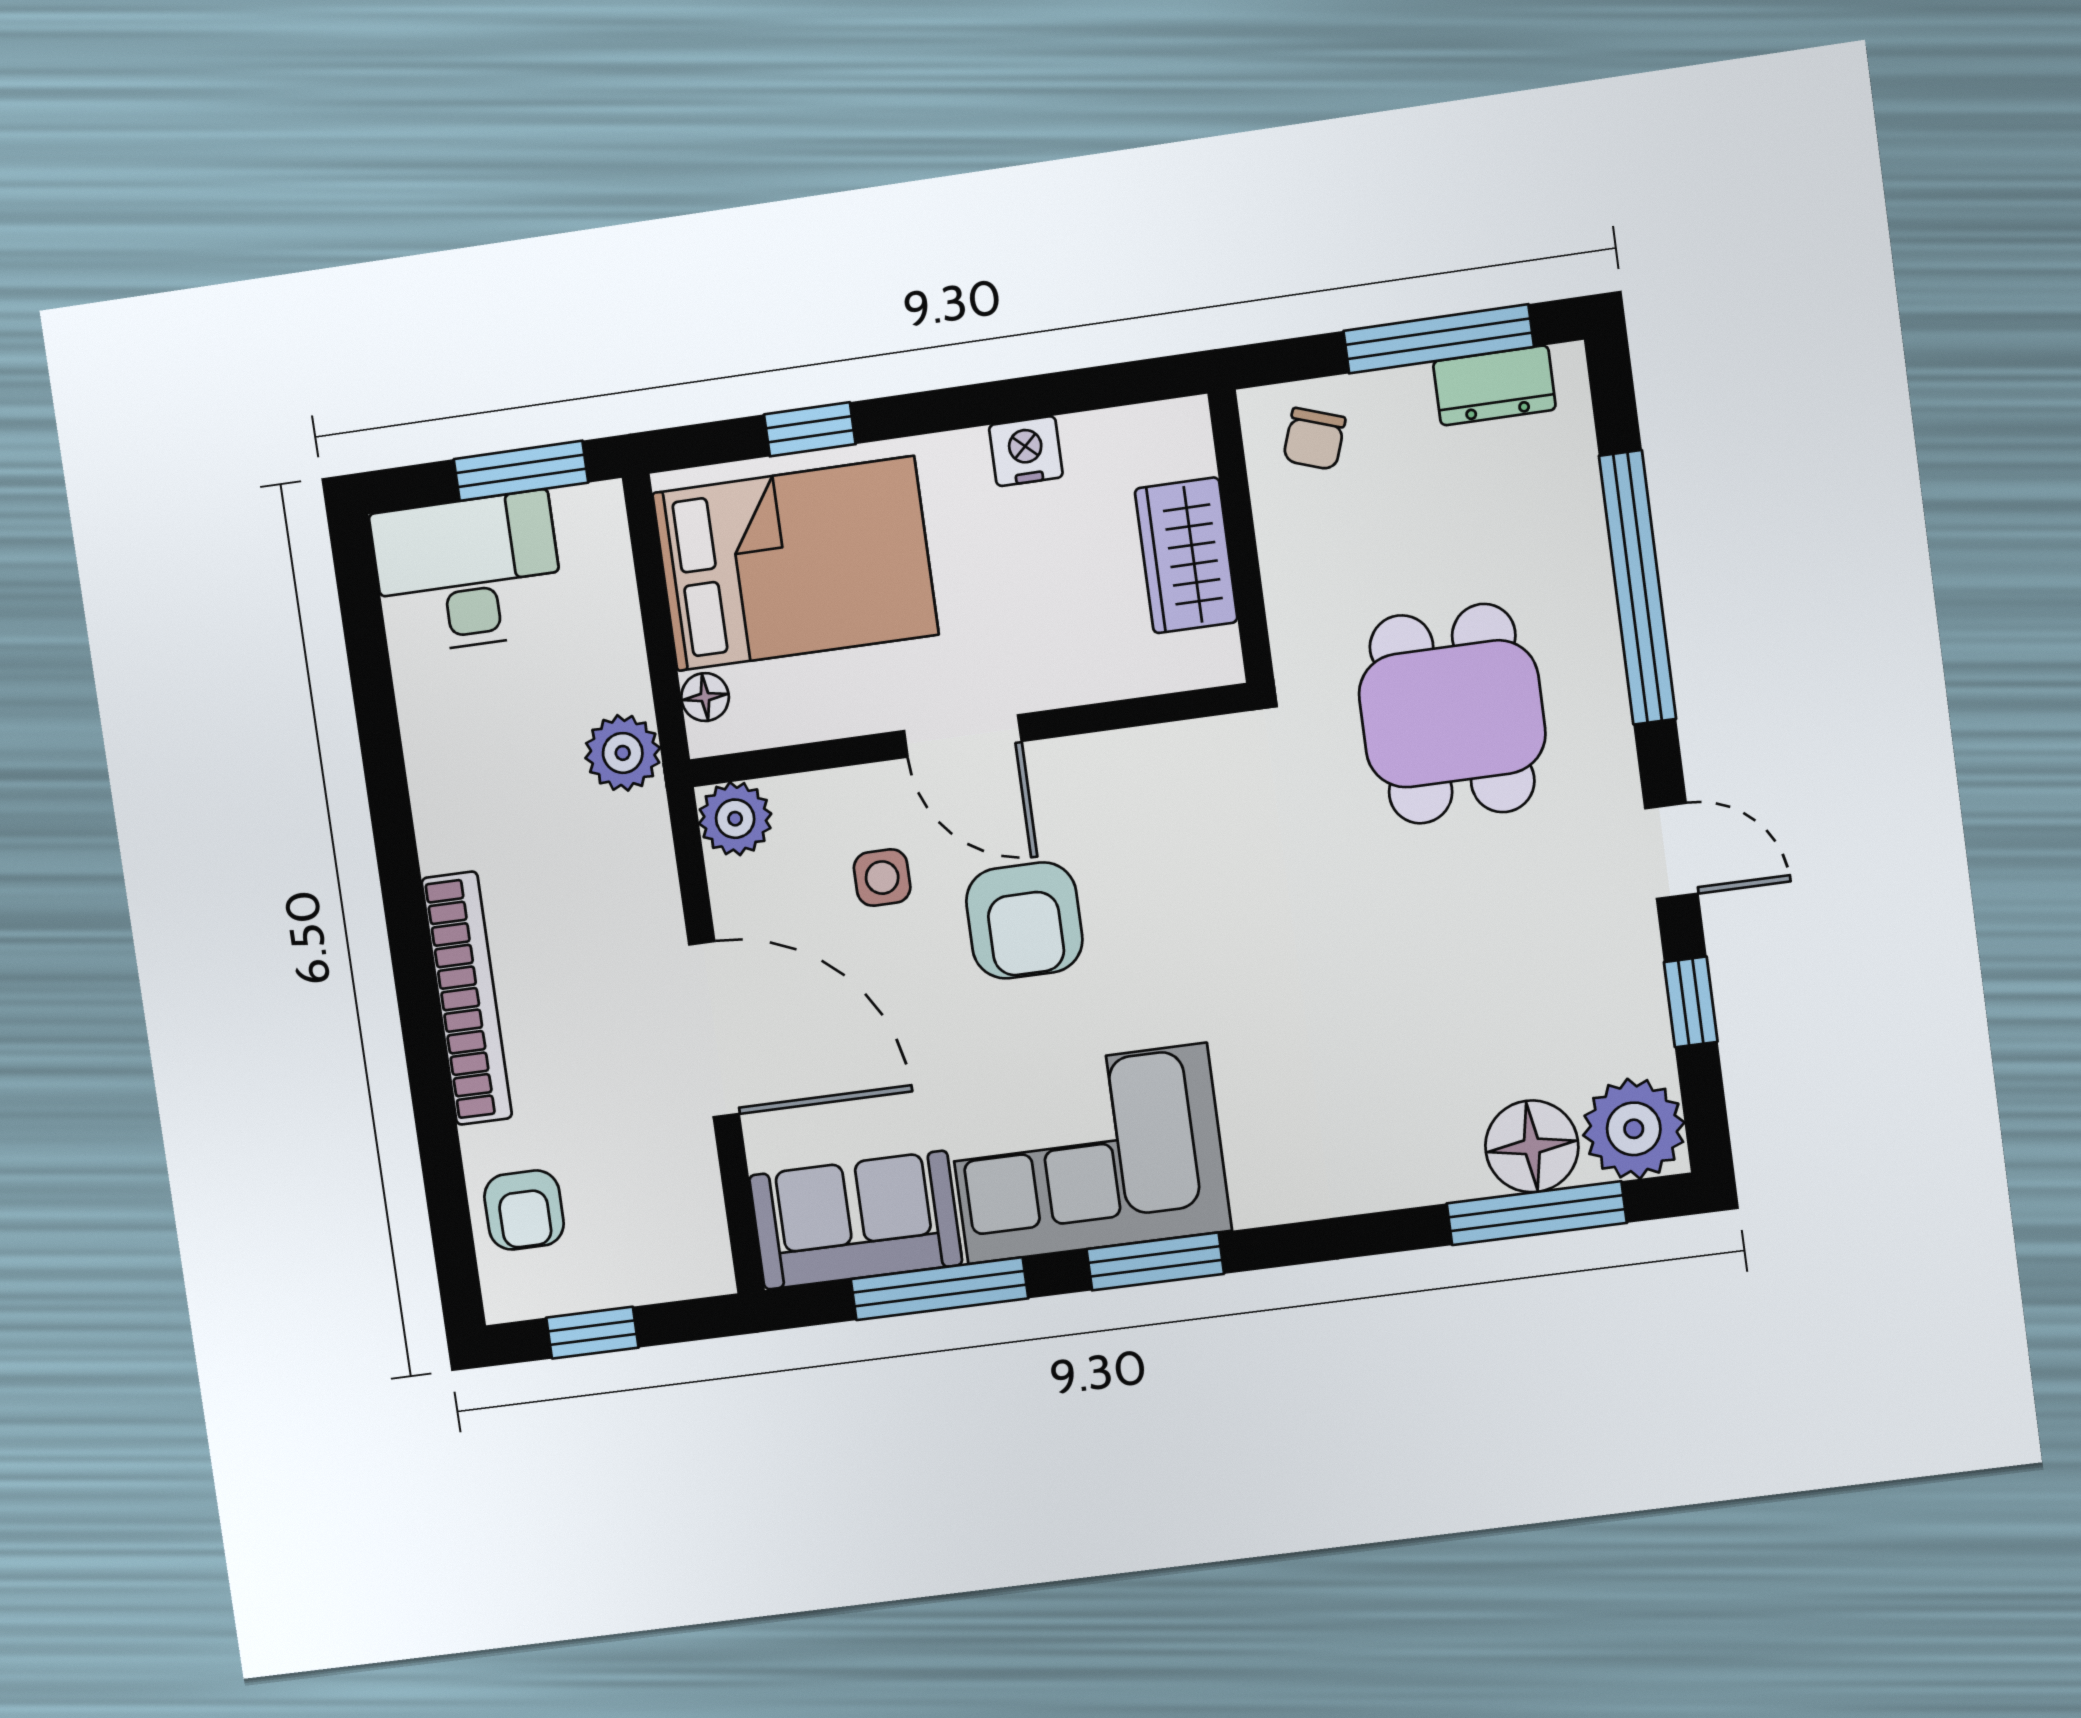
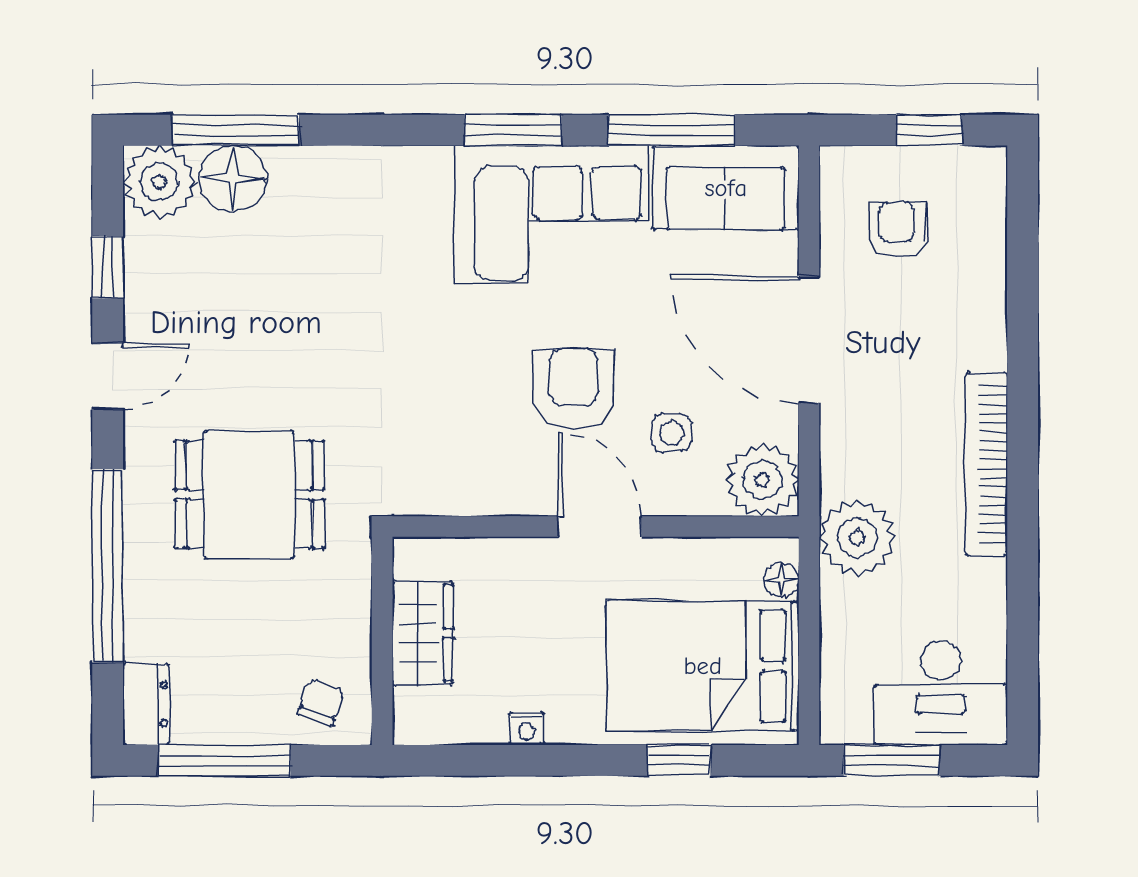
dresser: (1494, 385) -> (146, 704), moved, turned 90
nightstand: (1026, 451) -> (527, 729), width x0.72, depth x0.74
dining table: (1452, 714) -> (249, 495), turned 90
plant: (623, 753) -> (857, 538), width x1.36, depth x1.36
plant: (735, 819) -> (762, 480), width x1.36, depth x1.36
door: (1671, 851) -> (108, 376), swing flipped
bookcase: (467, 998) -> (987, 464), moved
armchair: (524, 1210) -> (897, 230), moved

